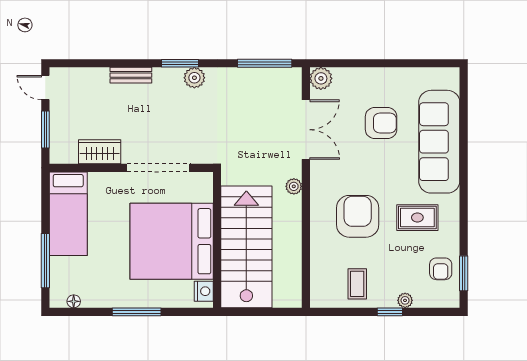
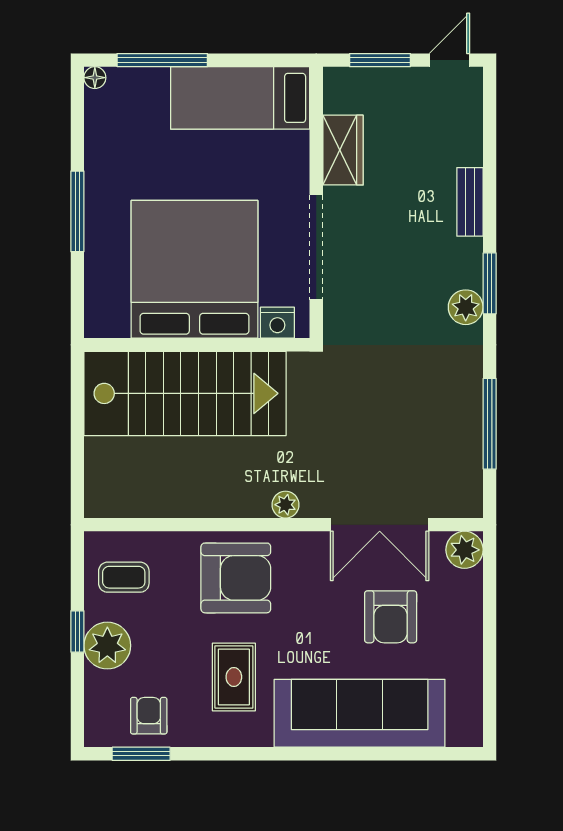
plant: (321, 78) -> (465, 550), moved
double door: (306, 130) -> (380, 525), moved
plant: (294, 186) -> (285, 505), moved
wall: (306, 188) -> (284, 525), moved
armchair: (441, 269) -> (149, 716), turned 90
nightstand: (204, 291) -> (277, 323), moved
plant: (405, 300) -> (107, 646), width x1.87, depth x1.87
floor lamp: (74, 301) -> (95, 78), moved

